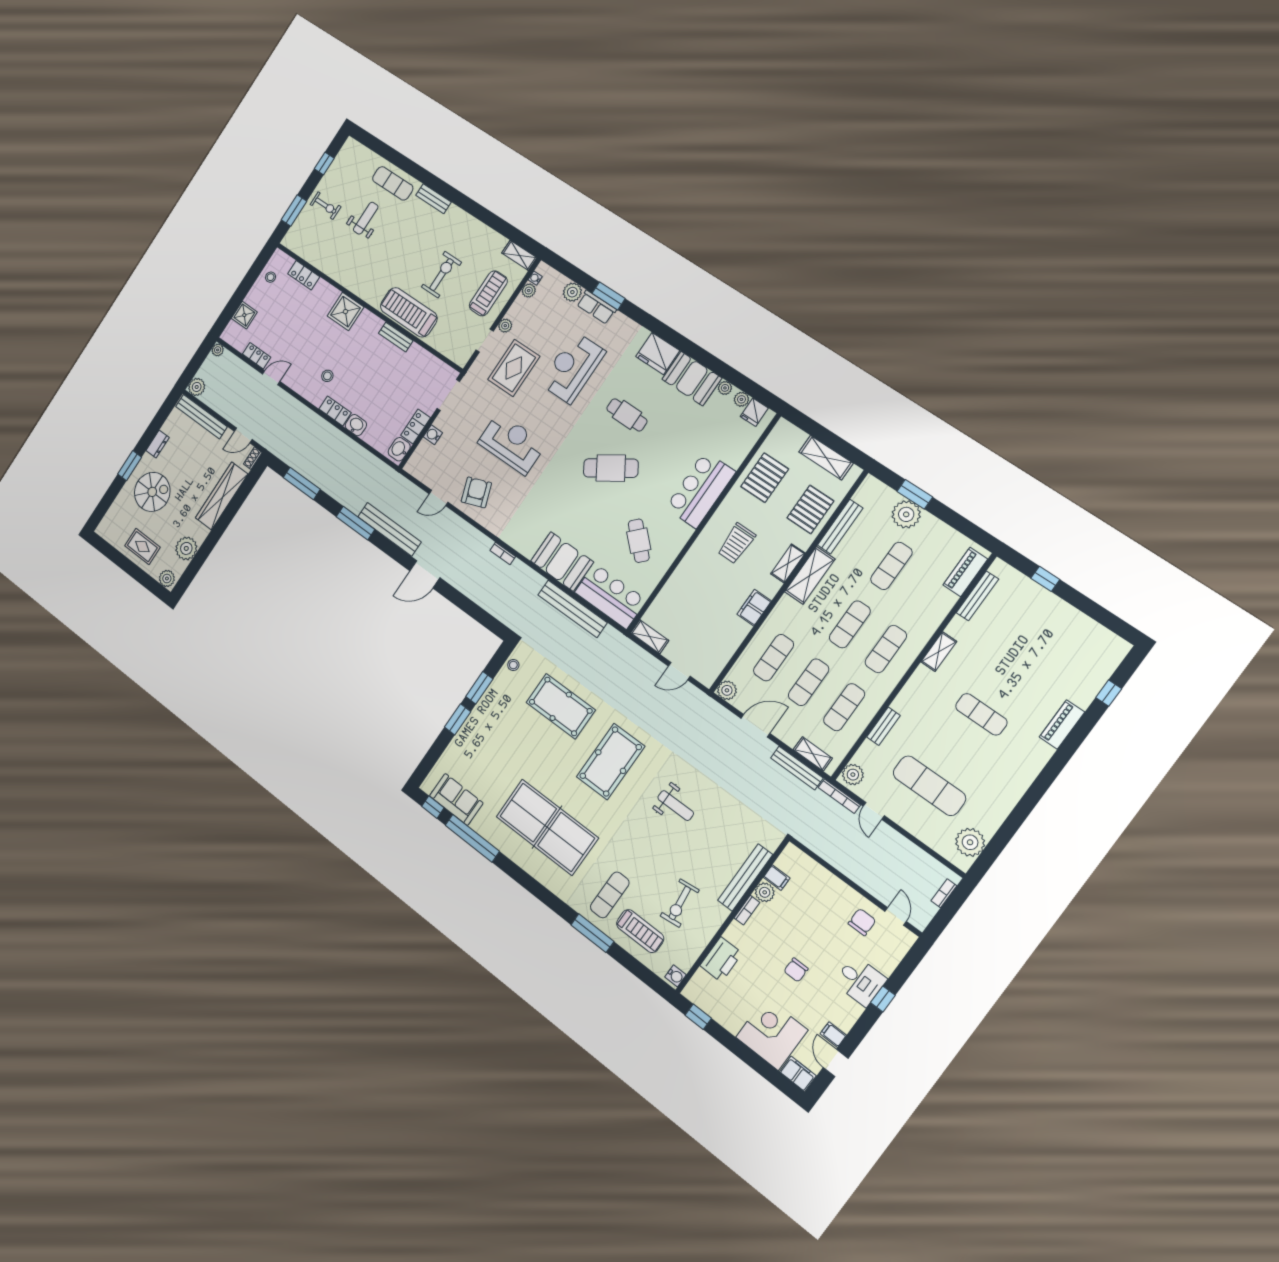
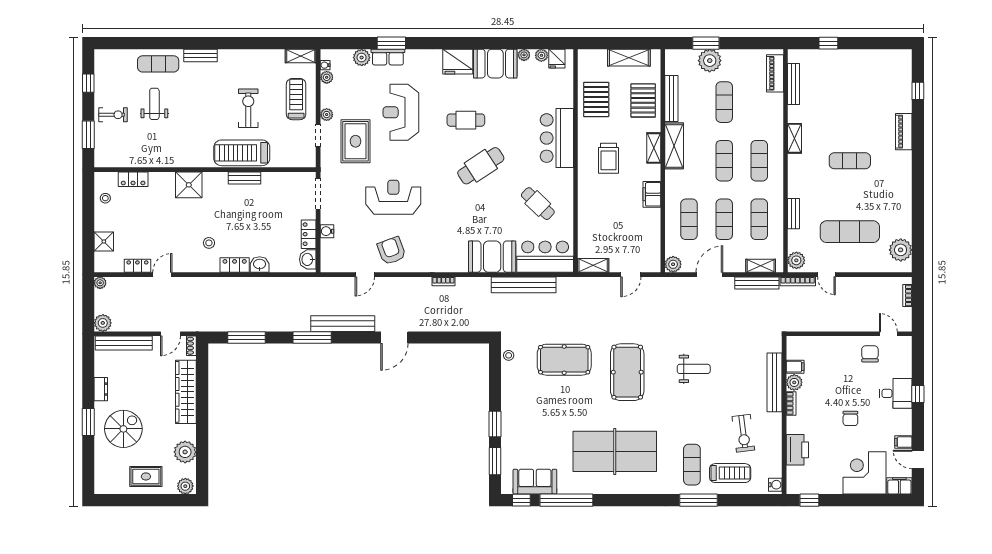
window: (479, 688) -> (495, 461), moved

